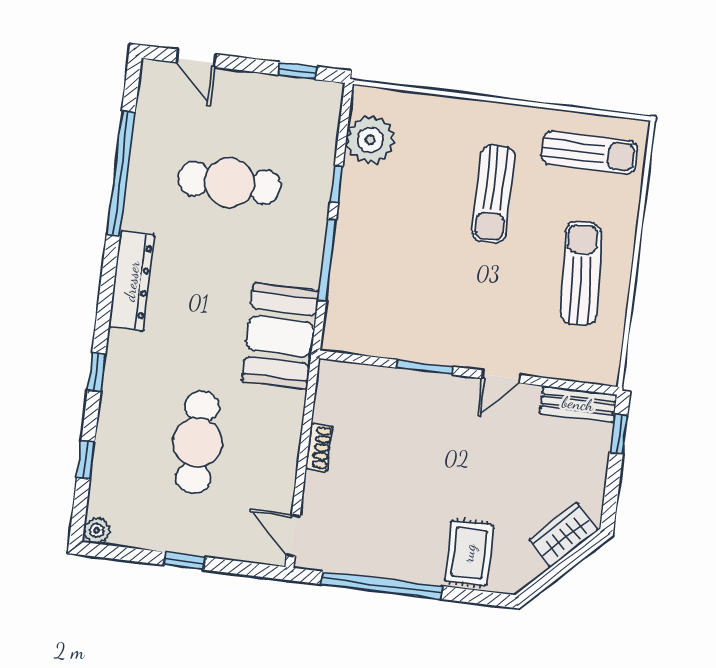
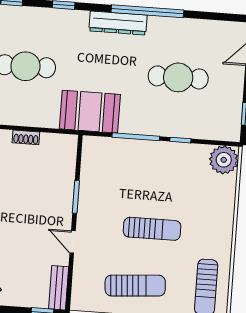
plant: (370, 140) -> (224, 160), moved
window: (121, 173) -> (147, 11), moved
cafe table: (229, 183) -> (178, 77), turned 90
sun lounger: (493, 194) -> (152, 229), moved, turned 180

